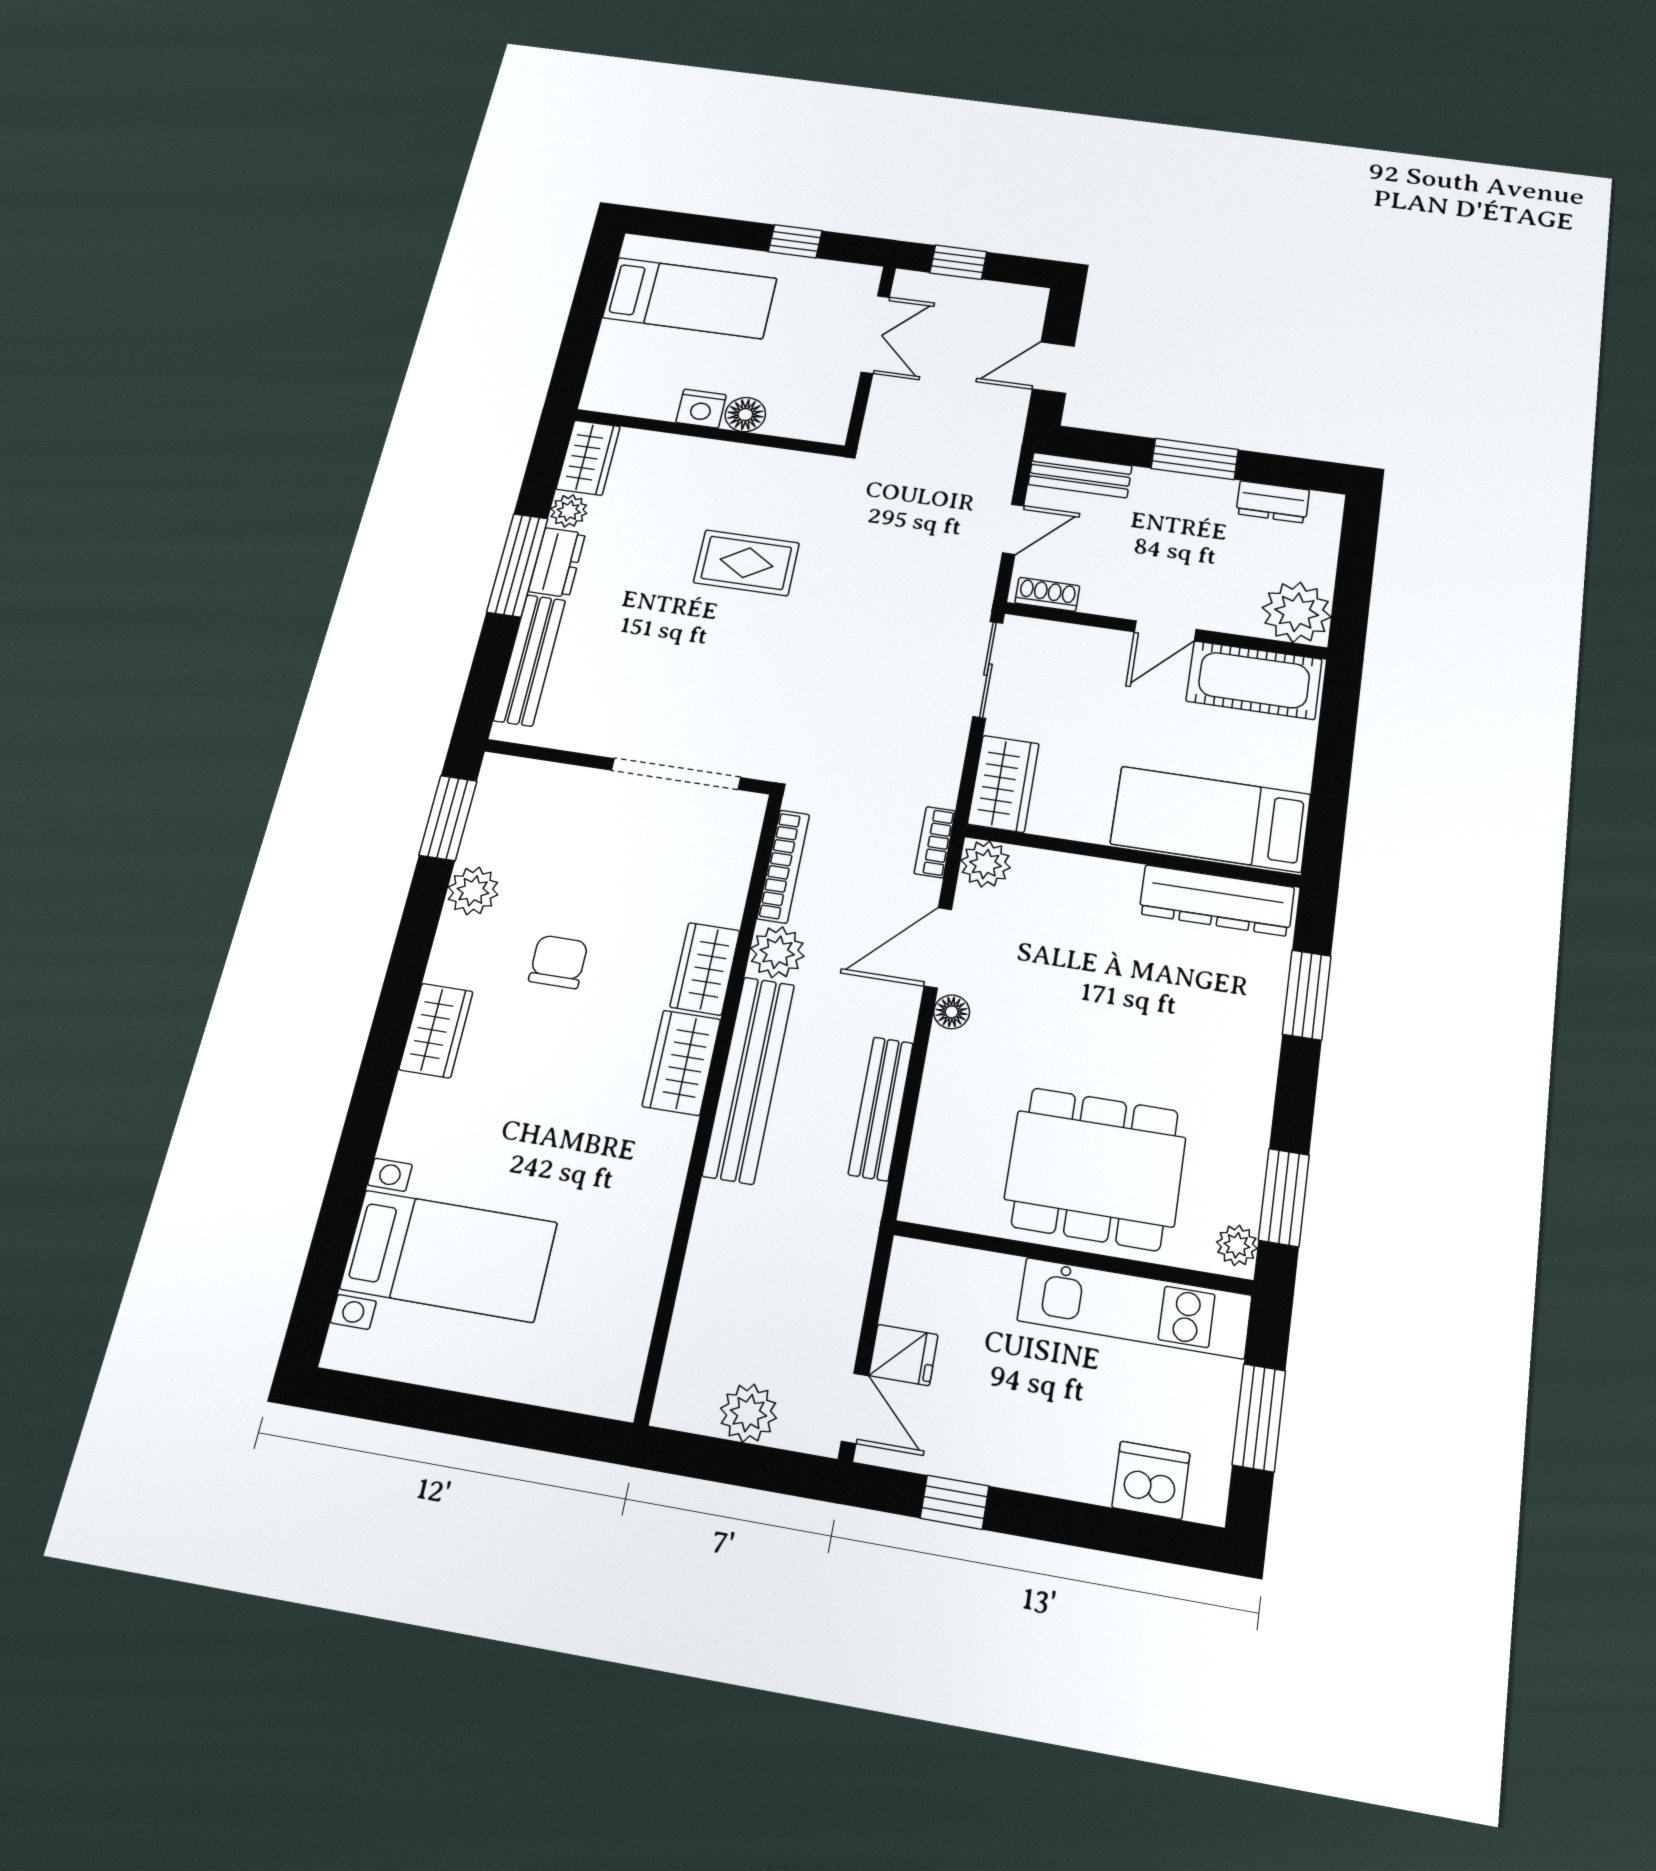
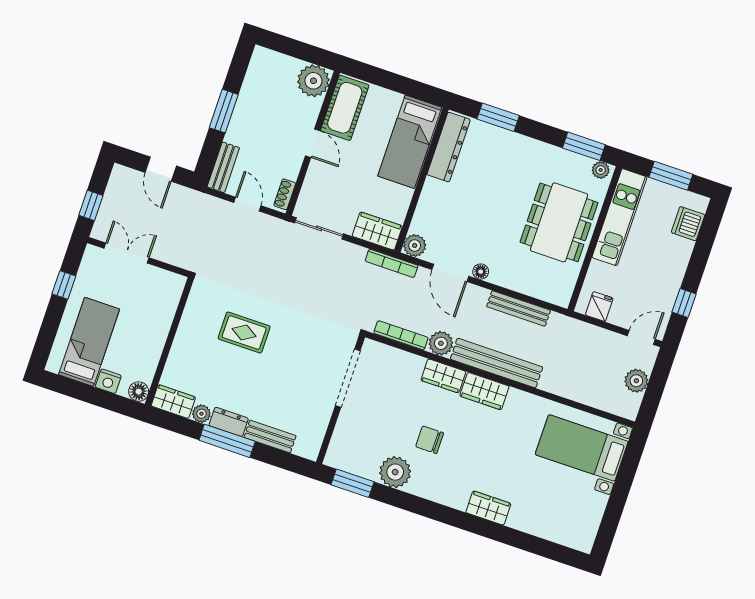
nightstand: (701, 409) -> (108, 381), moved, turned 90
floor lamp: (745, 415) -> (139, 392), moved
dresser: (1273, 502) -> (253, 79), removed
rug: (746, 563) -> (244, 332), turned 90
bench: (530, 660) -> (270, 437), width x0.73
bookcase: (935, 842) -> (392, 263), width x1.56
plant: (473, 891) -> (395, 472), width x1.36, depth x1.36
wardrobe: (436, 1030) -> (488, 508), moved
bed with nightstands: (449, 1256) -> (582, 448), moved, turned -90
fridge: (903, 1355) -> (599, 307), moved

